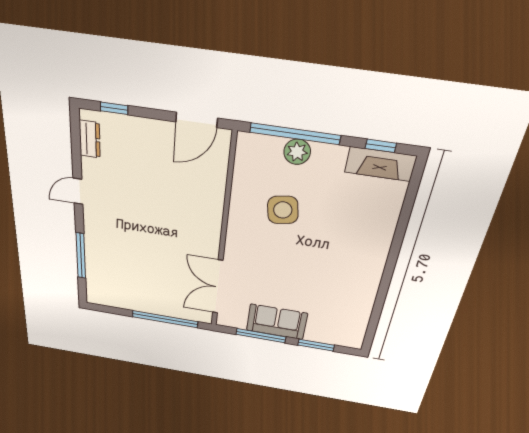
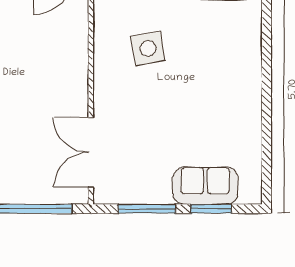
sofa: (277, 322) -> (205, 186), moved

